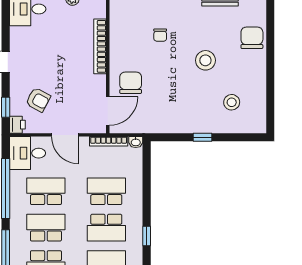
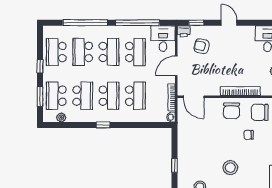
chair: (129, 20) -> (260, 112), added
chair: (131, 83) -> (232, 111), moved, turned 90
armchair: (38, 100) -> (202, 46), turned 74
school desk: (106, 228) -> (109, 96), turned 180

